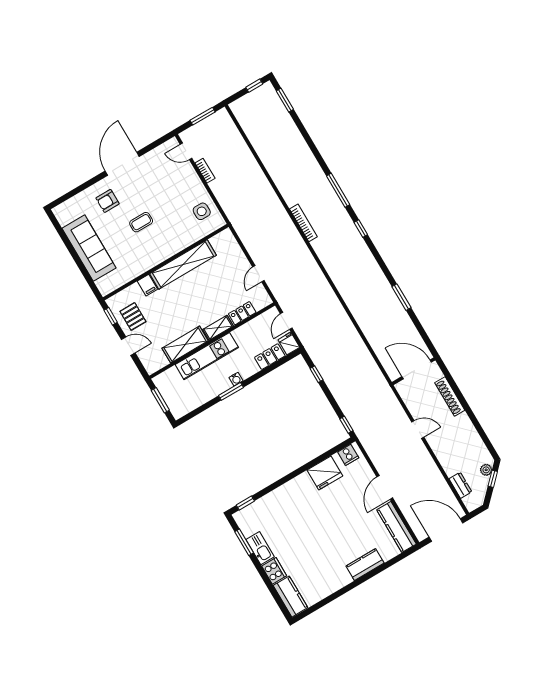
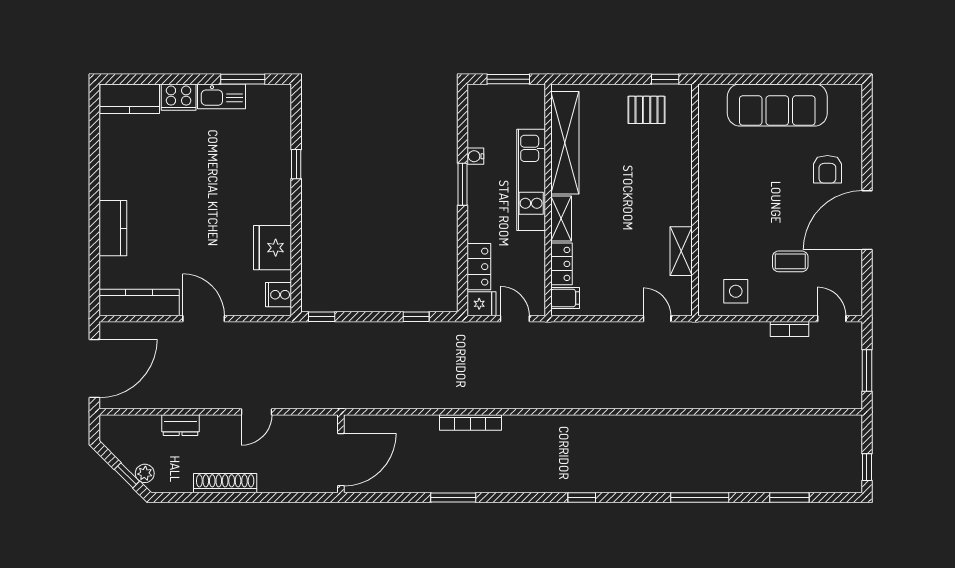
window: (285, 100) -> (789, 498), moved
door: (186, 151) -> (832, 319), hinge flipped
door: (122, 164) -> (867, 220), swing flipped
window: (338, 190) -> (700, 498), moved
armchair: (107, 201) -> (827, 169), turned 180
coffee table: (141, 222) -> (790, 261), moved, turned 90
bookcase: (303, 223) -> (470, 423), moved
shelving: (183, 264) -> (681, 251), width x0.45, depth x0.75
door: (258, 274) -> (657, 319), moved
filing cabinet: (147, 285) -> (565, 298), moved, turned 180
shelving: (185, 345) -> (565, 143), width x1.47
door: (128, 346) -> (609, 79), removed
water cooler: (236, 379) -> (475, 156), moved
shoe rack: (450, 397) -> (225, 483), moved
dresser: (460, 485) -> (181, 425), moved
window: (245, 503) -> (296, 164), moved

